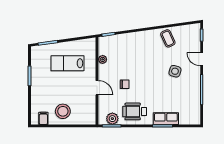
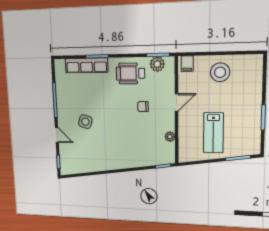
coffee table: (168, 38) -> (95, 159), removed
lab bench: (68, 63) -> (213, 133), turned 90
door: (97, 88) -> (176, 102), swing flipped
wheelchair: (135, 111) -> (130, 73), turned 180
filing cabinet: (43, 118) -> (187, 64), moved
row of seats: (166, 119) -> (87, 65), width x1.48

